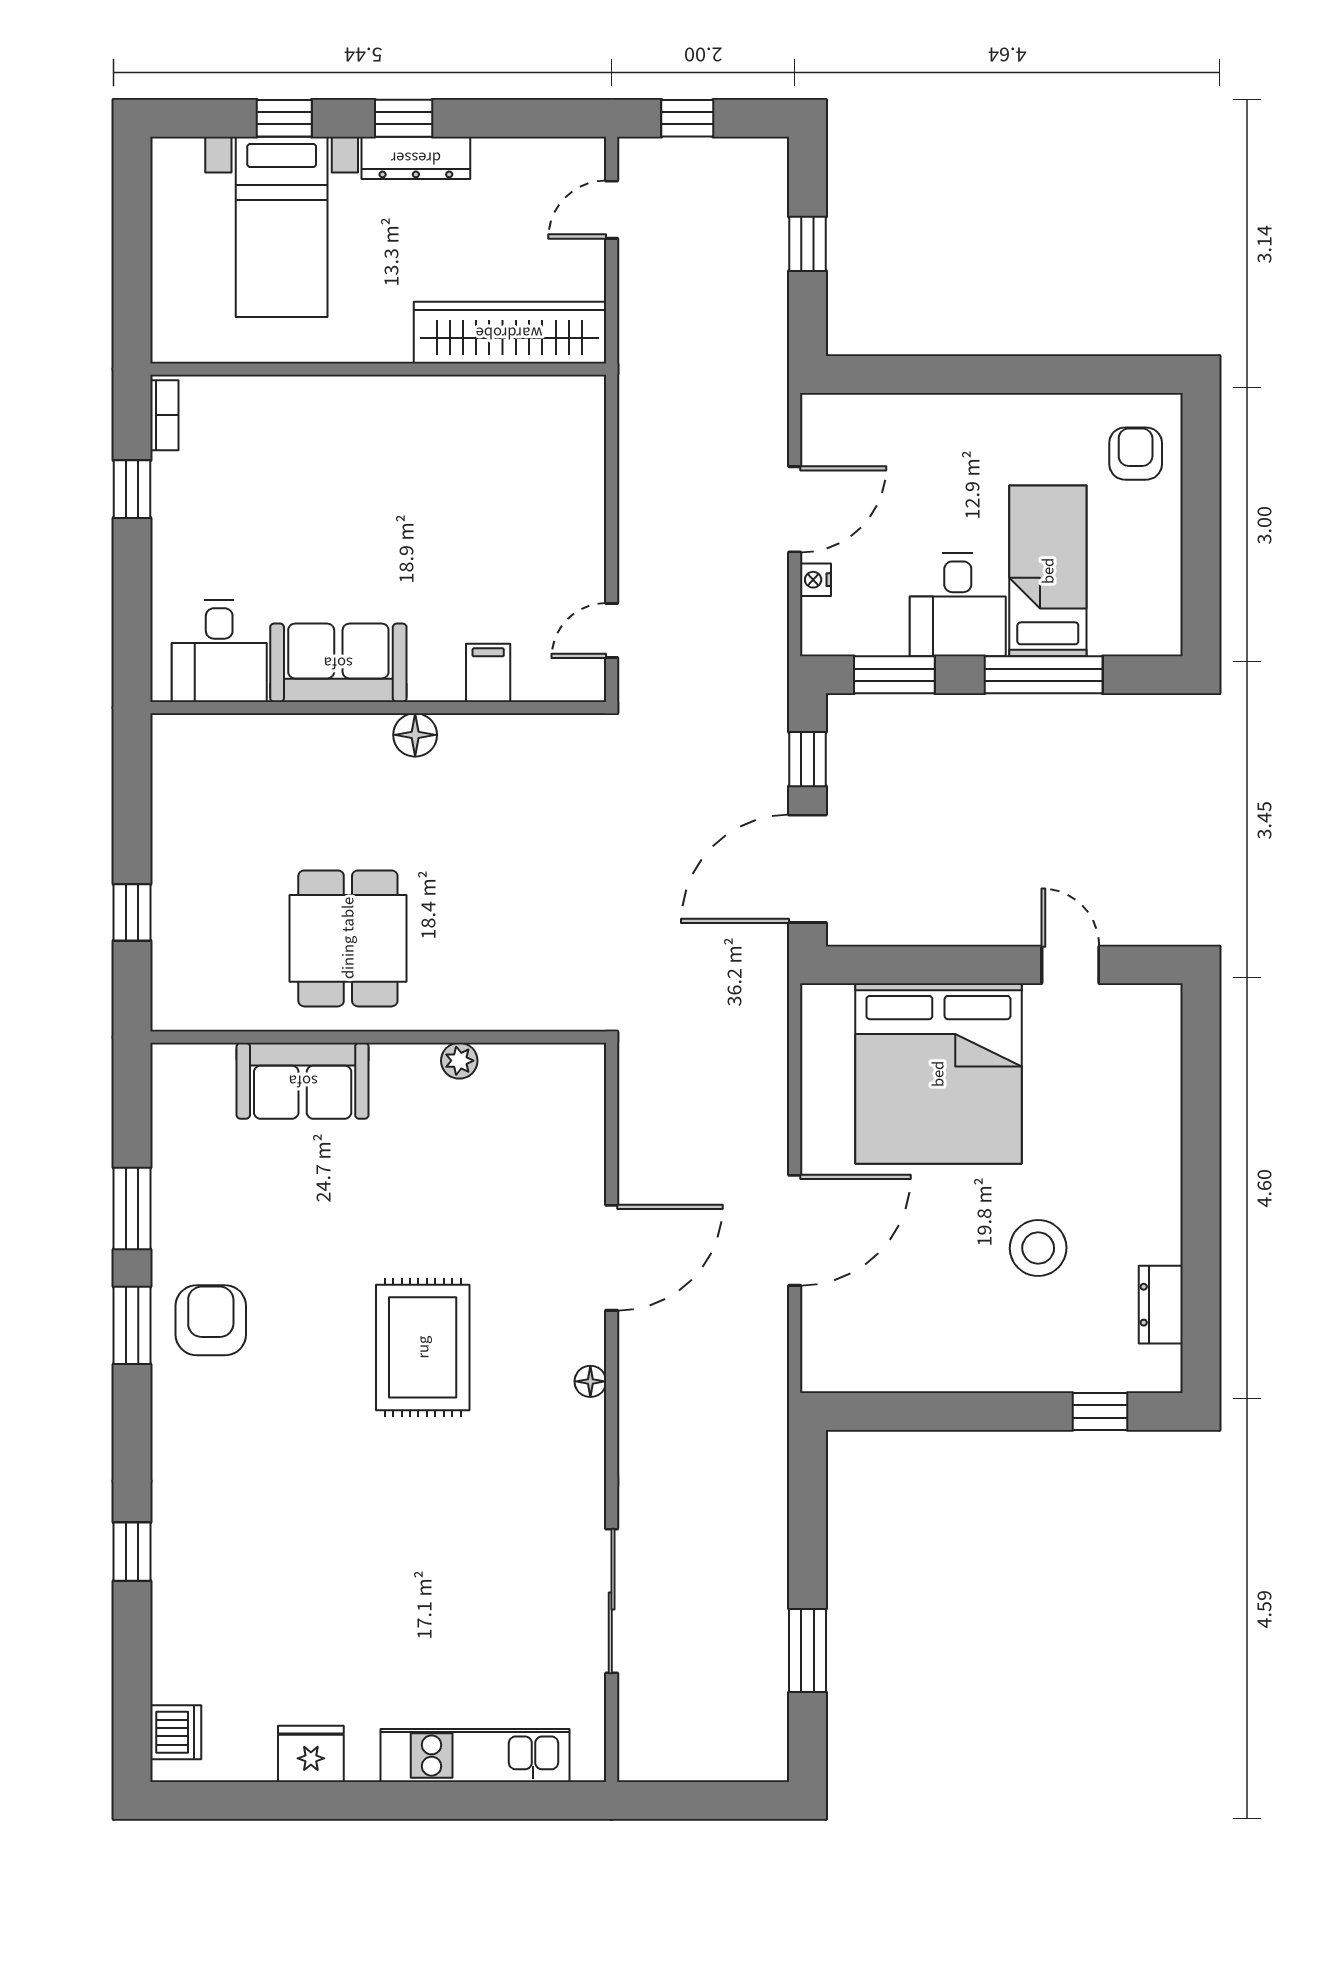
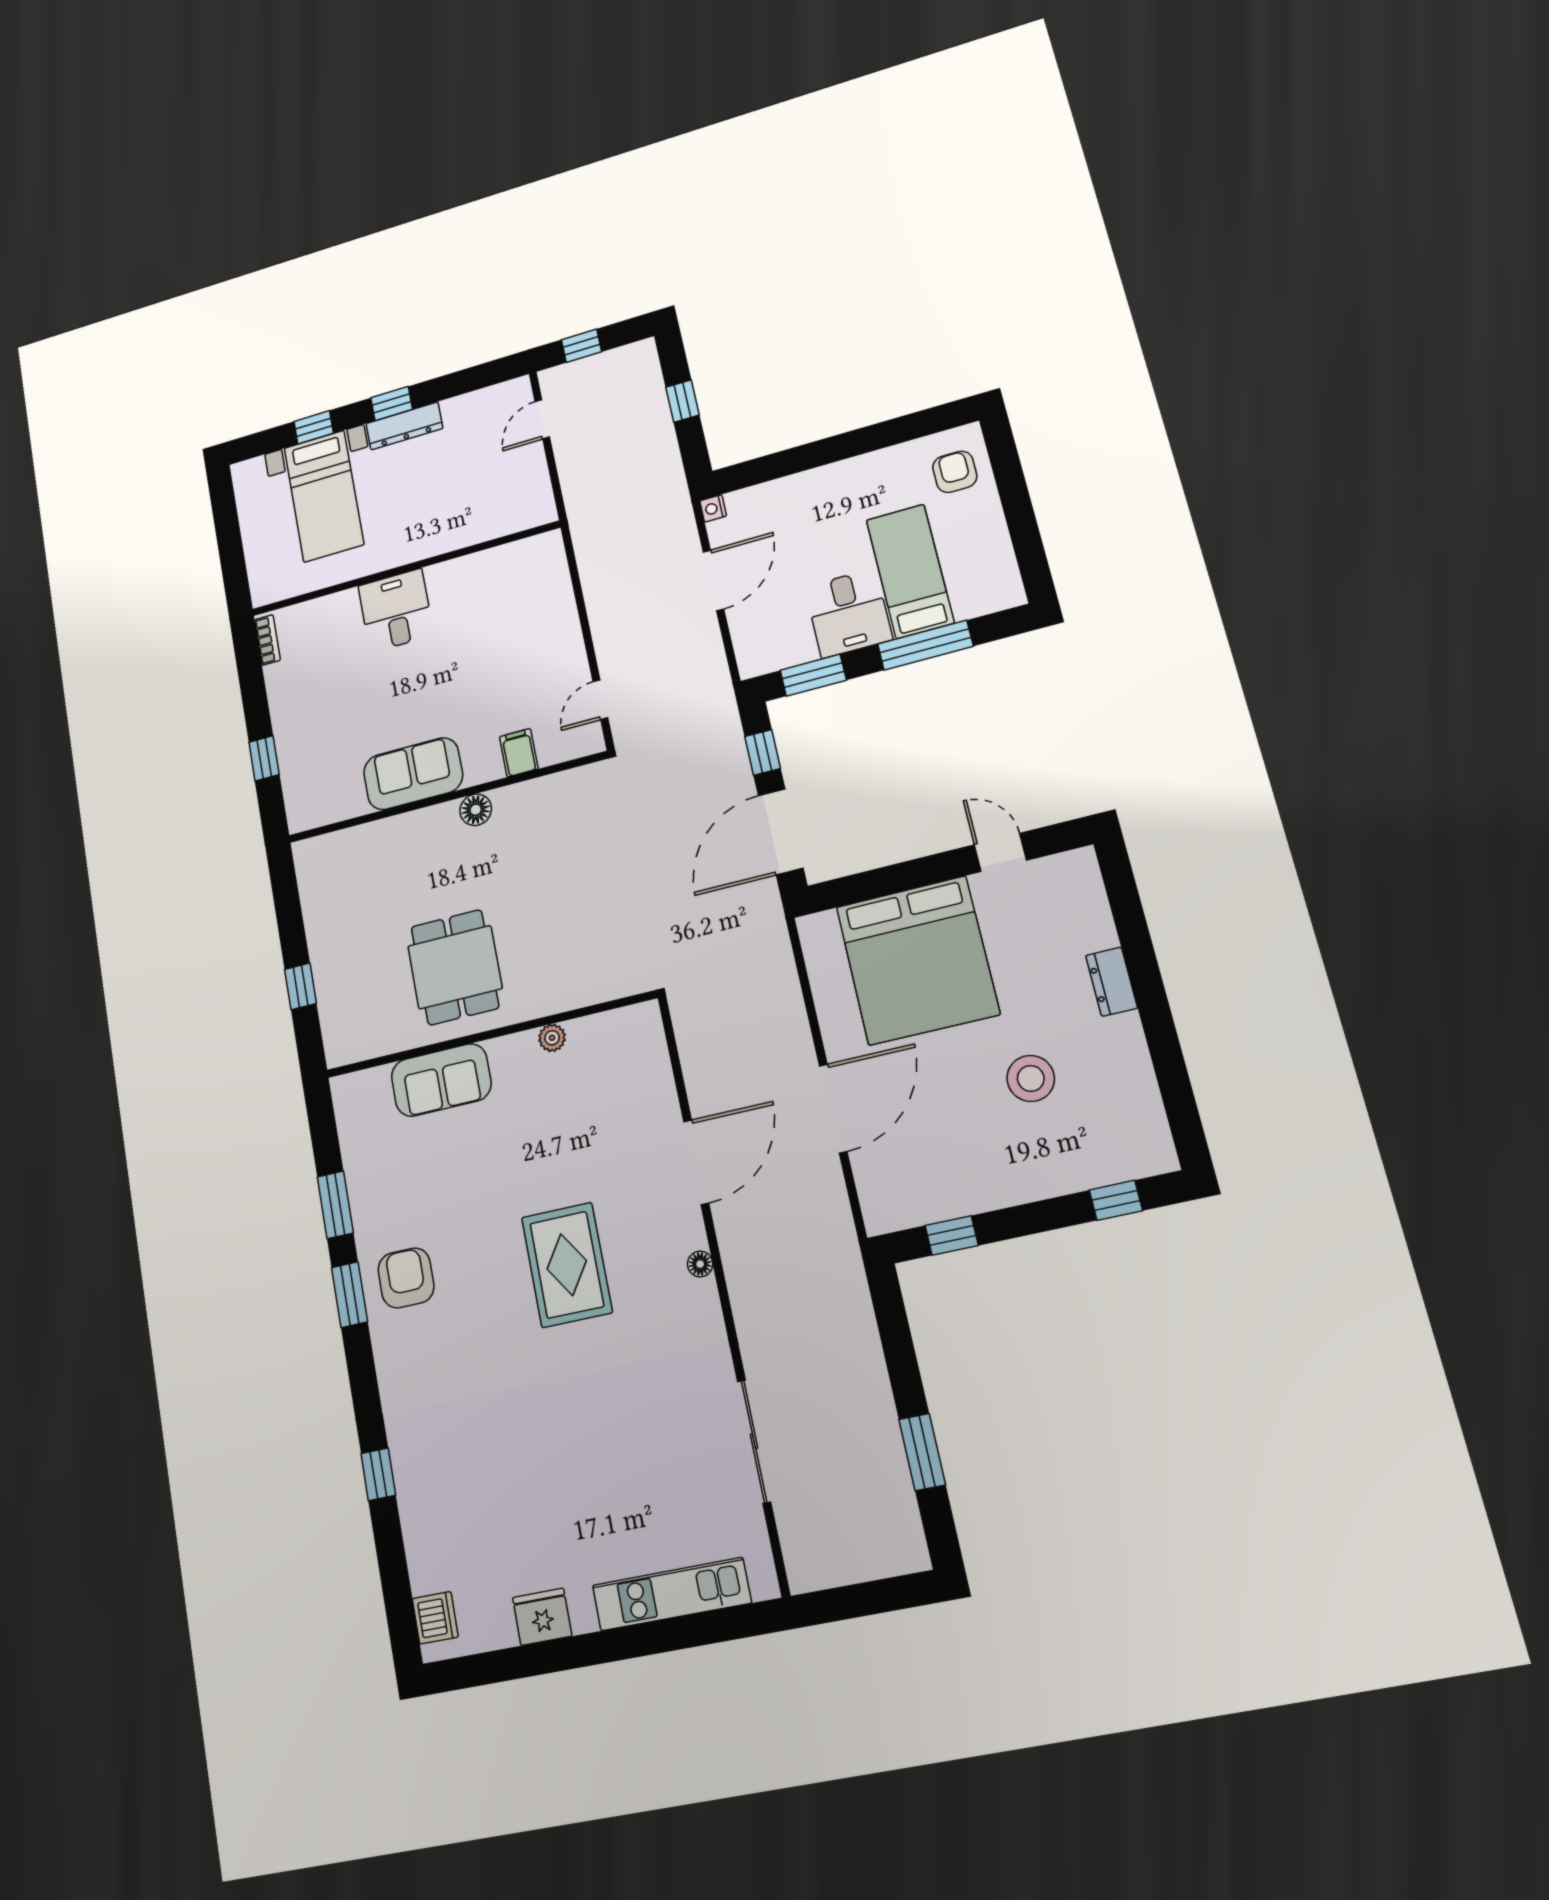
wardrobe: (509, 333) -> (489, 519), removed
window: (132, 489) -> (264, 758), moved
nightstand: (816, 580) -> (713, 508), moved
desk: (219, 651) -> (396, 610), moved, turned 180
dresser: (1161, 1305) -> (1112, 982), moved
window: (901, 1411) -> (952, 1236), added

